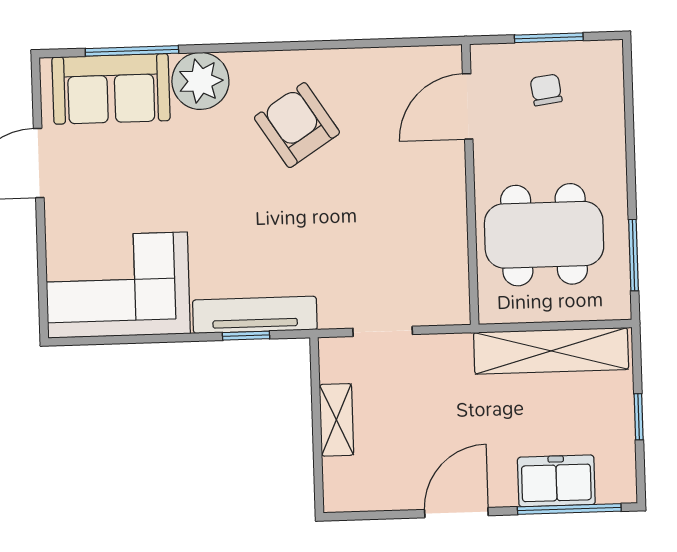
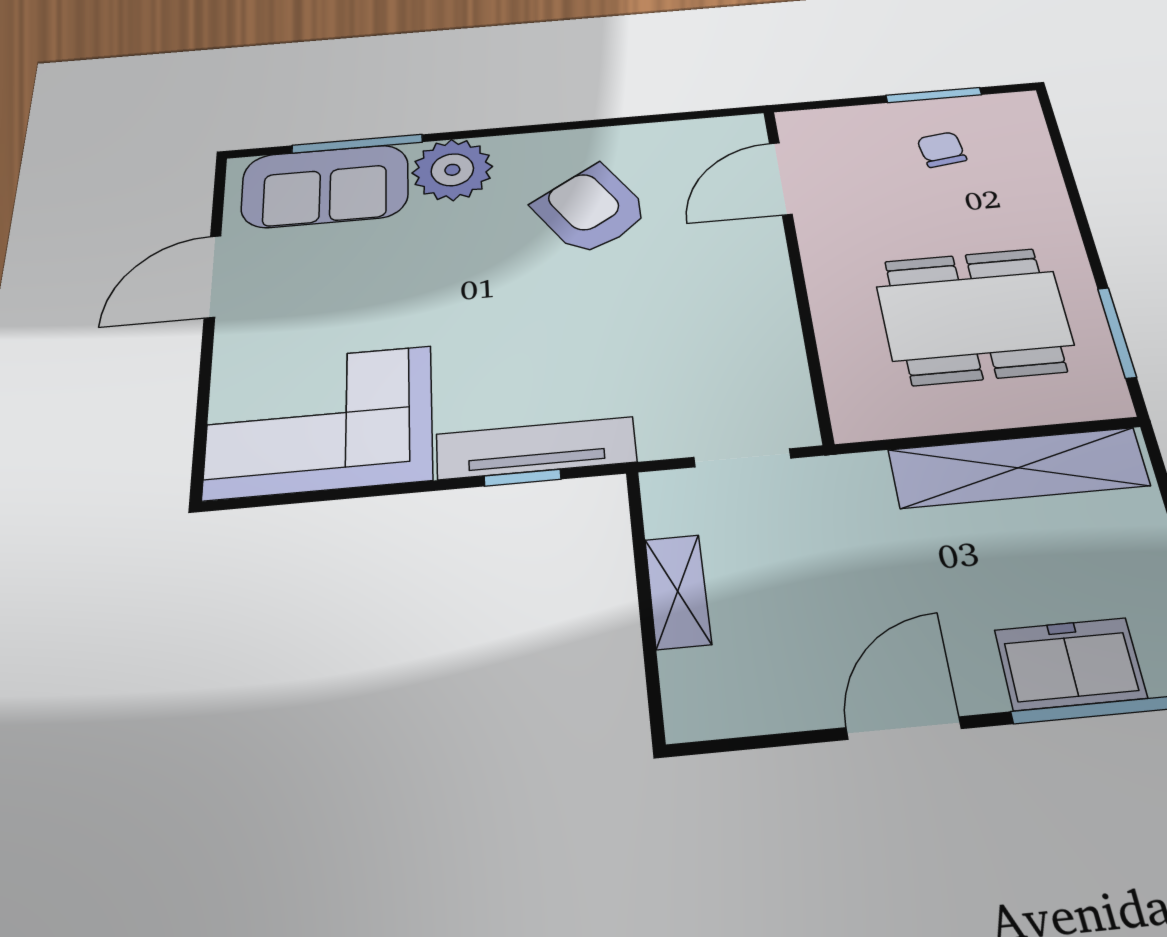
door: (468, 106) -> (781, 179), moved
wall: (470, 184) -> (797, 267), moved

